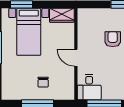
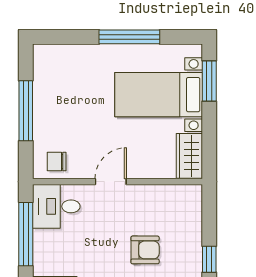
chair: (43, 82) -> (57, 162), moved

